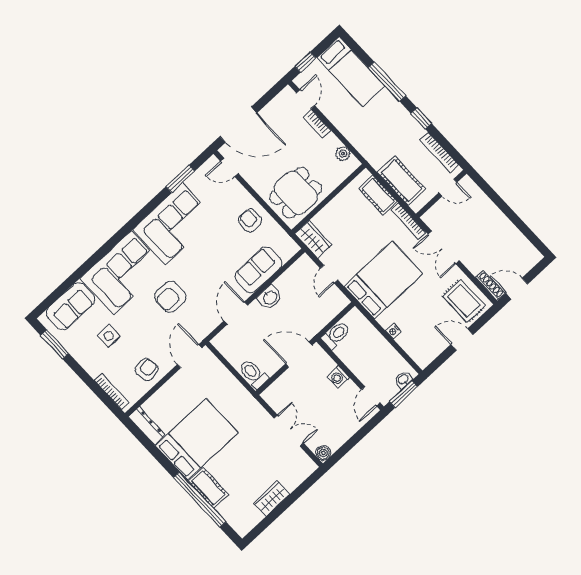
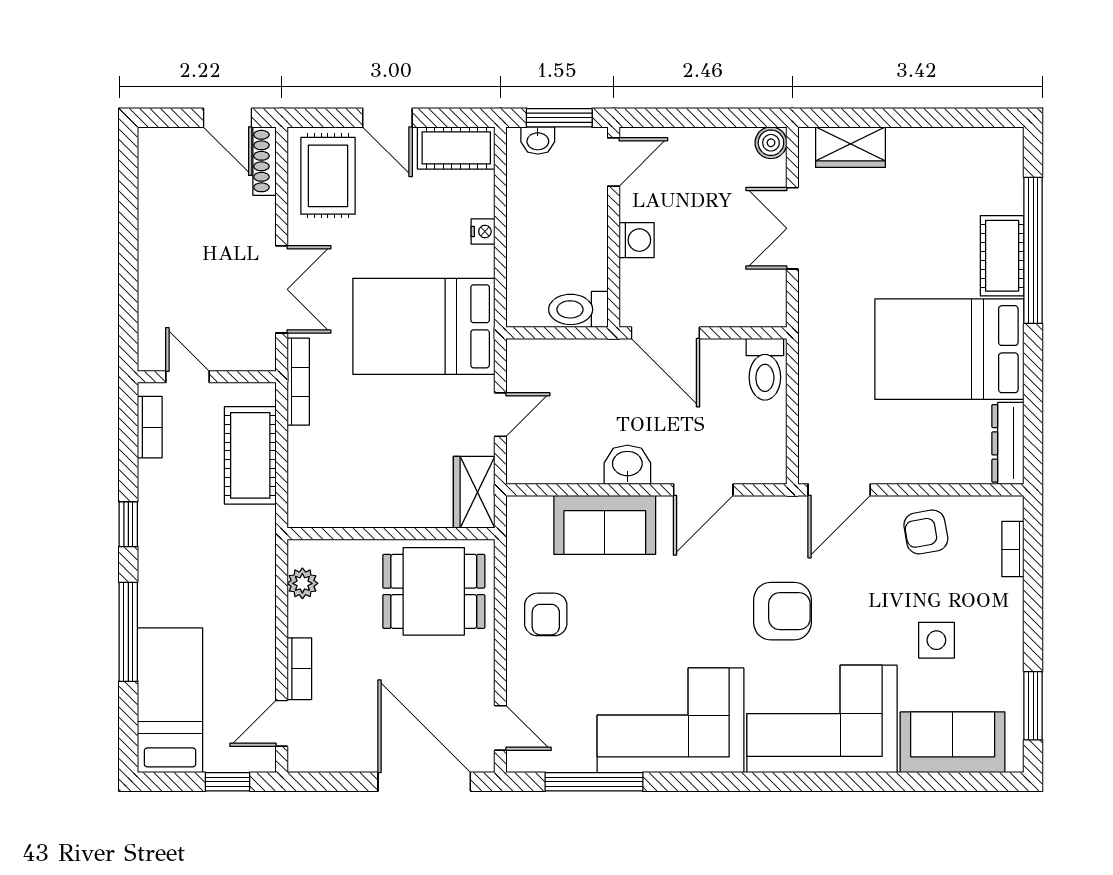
bookcase: (439, 152) -> (150, 427), width x0.64
window: (180, 179) -> (594, 782), width x1.44
cot: (378, 195) -> (456, 148), moved, turned 90
bookcase: (111, 391) -> (1013, 549), width x0.64
wardrobe: (271, 498) -> (851, 147), moved

